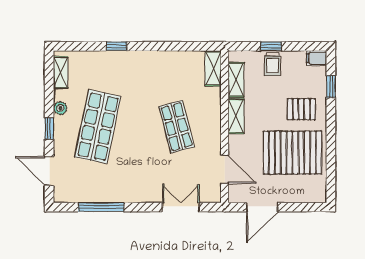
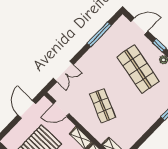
shop shelf: (177, 127) -> (103, 106), turned 39

